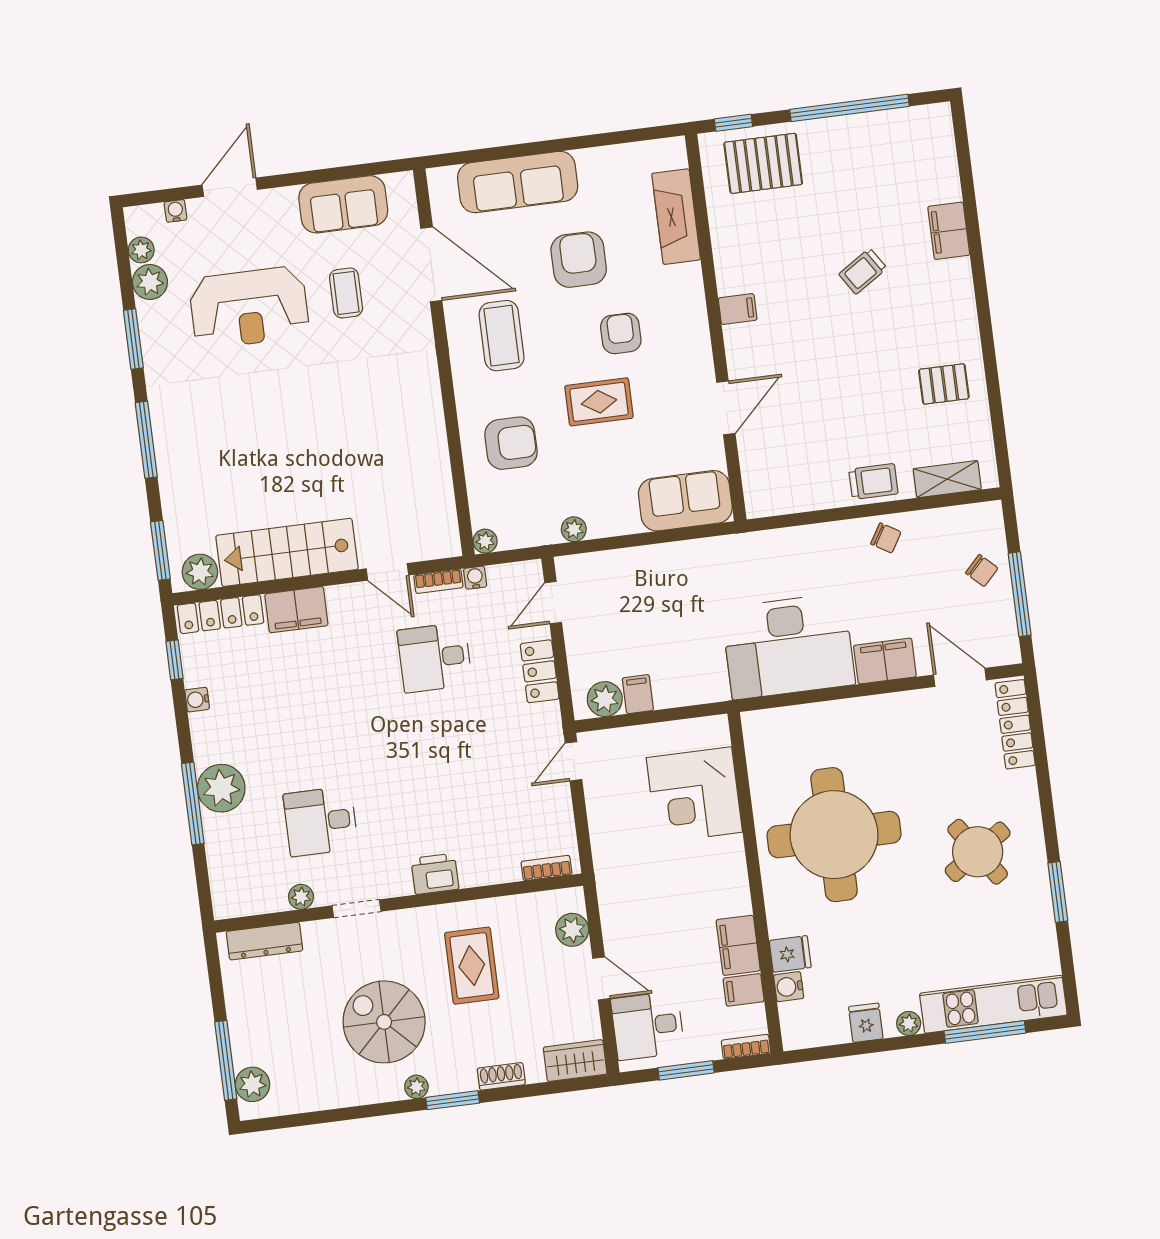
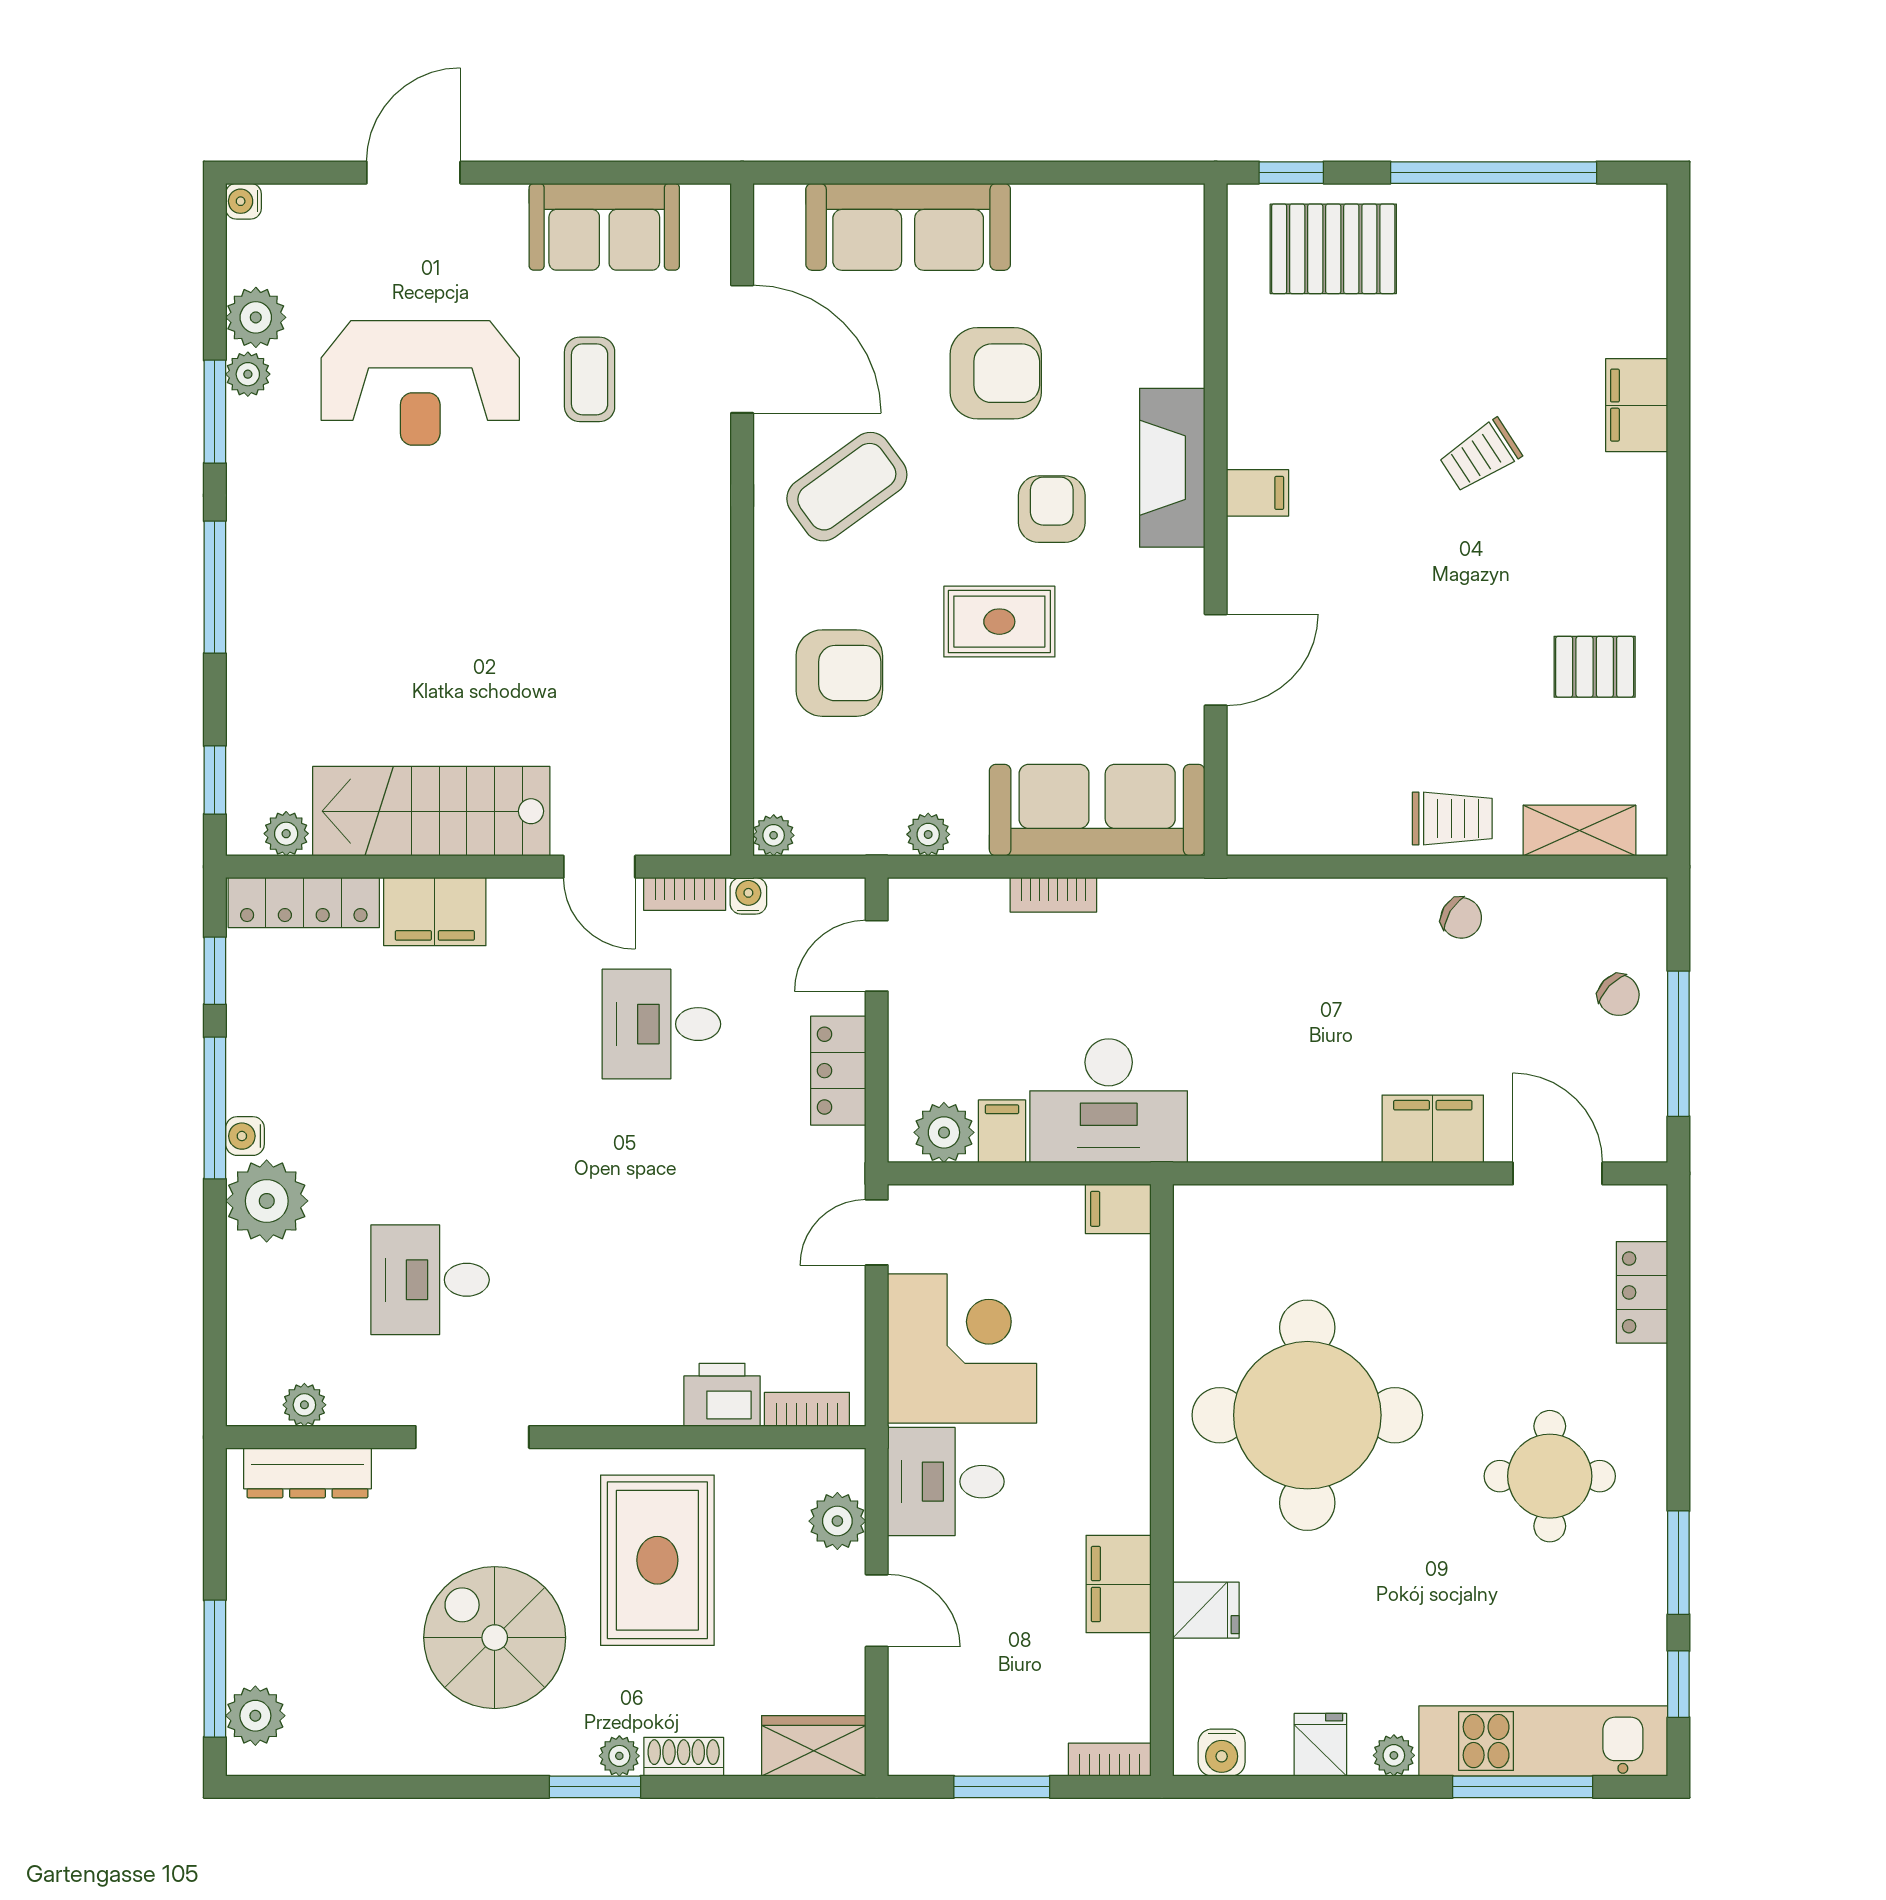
water cooler: (175, 211) -> (243, 201), moved, turned -90
fireplace: (676, 217) -> (1172, 468), moved
plant: (141, 250) -> (248, 374), moved
armchair: (579, 260) -> (996, 373), turned 90
coffee table: (502, 336) -> (847, 487), turned 54
sofa: (685, 501) -> (1097, 810), width x1.36
window: (160, 550) -> (215, 780), width x0.67
bookcase: (650, 555) -> (1053, 895), added
plant: (200, 572) -> (286, 834), width x0.73, depth x0.73
desk: (788, 646) -> (1109, 1101), moved, width x0.73, depth x0.77
water cooler: (197, 700) -> (245, 1136), moved
locker: (1015, 724) -> (1642, 1292), width x0.66
corner desk: (694, 795) -> (962, 1349), moved, turned 180
window: (193, 804) -> (215, 1108), moved
round table: (978, 852) -> (1550, 1476), turned 34
printer: (435, 874) -> (722, 1395), moved
plant: (301, 897) -> (304, 1405), moved
doorway: (356, 909) -> (472, 1437), width x1.38
window: (1067, 962) -> (1678, 1684), added
rug: (472, 966) -> (657, 1560), width x1.36, depth x1.43
water cooler: (789, 987) -> (1222, 1753), moved, turned -90
filing cabinet: (744, 990) -> (1118, 1209), moved
desk: (648, 1026) -> (946, 1482), moved
plant: (416, 1087) -> (619, 1756), moved

